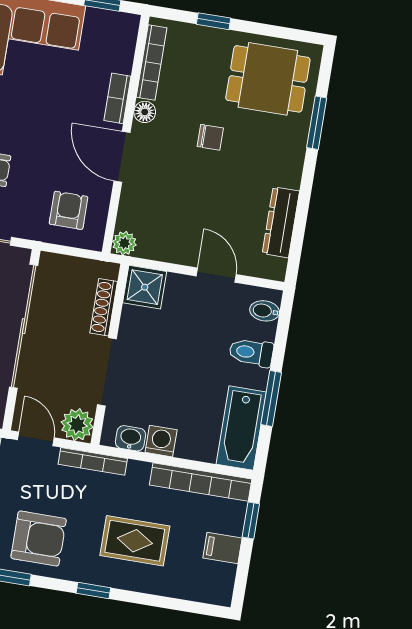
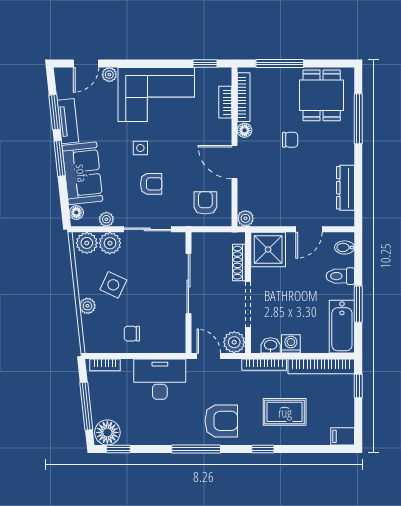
window: (214, 21) -> (280, 63), width x2.17
dining table: (268, 79) -> (322, 95), turned 90
bookcase: (117, 98) -> (225, 102), moved
window: (317, 123) -> (358, 119), width x1.44
door: (216, 275) -> (309, 229), swing flipped
shower: (145, 287) -> (268, 250), width x1.36, depth x1.36
sliding door: (24, 326) -> (188, 284), width x0.73
bookcase: (93, 461) -> (264, 365), moved
filing cabinet: (223, 548) -> (343, 436), moved

